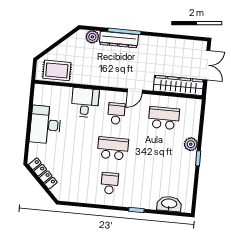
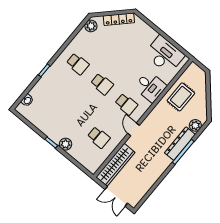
rug: (57, 70) -> (181, 97), moved
school desk: (164, 118) -> (99, 137), width x0.54
desk: (45, 125) -> (164, 55), moved
school desk: (113, 148) -> (102, 84), width x0.54
plant: (66, 195) -> (91, 26), added
washbasin: (169, 204) -> (27, 100), width x0.52, depth x0.69

